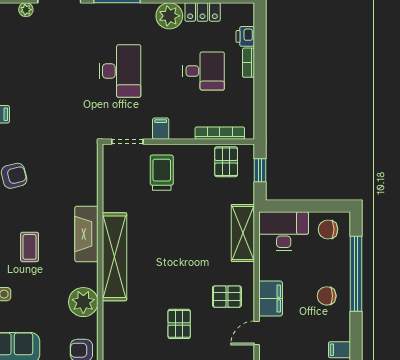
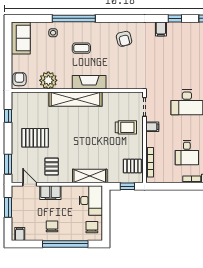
pallet: (179, 324) -> (35, 138), width x1.50, depth x1.42

